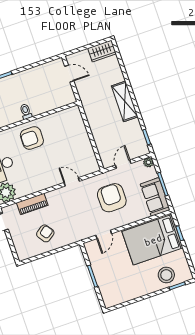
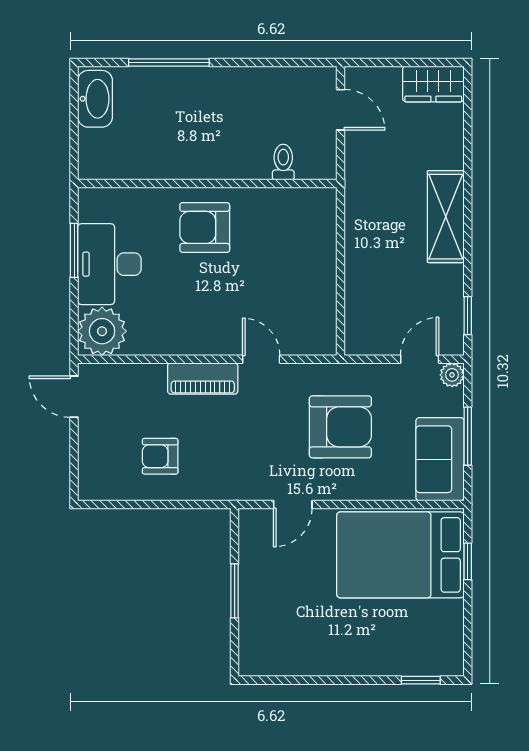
toilet: (26, 112) -> (283, 162), moved
door: (123, 164) -> (420, 359), moved
armchair: (112, 198) -> (340, 427), turned 90
piano: (32, 204) -> (203, 379), moved
armchair: (45, 233) -> (160, 456), turned -145
stool: (166, 275) -> (404, 647), removed

